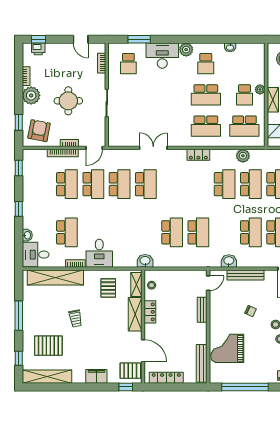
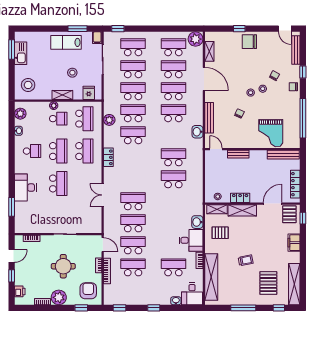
window: (38, 39) -> (12, 276), moved
plant: (186, 50) -> (20, 114), moved
school desk: (128, 64) -> (58, 183), moved, width x1.85
armchair: (39, 131) -> (88, 291), turned 79
washbasin: (145, 261) -> (197, 222), moved

